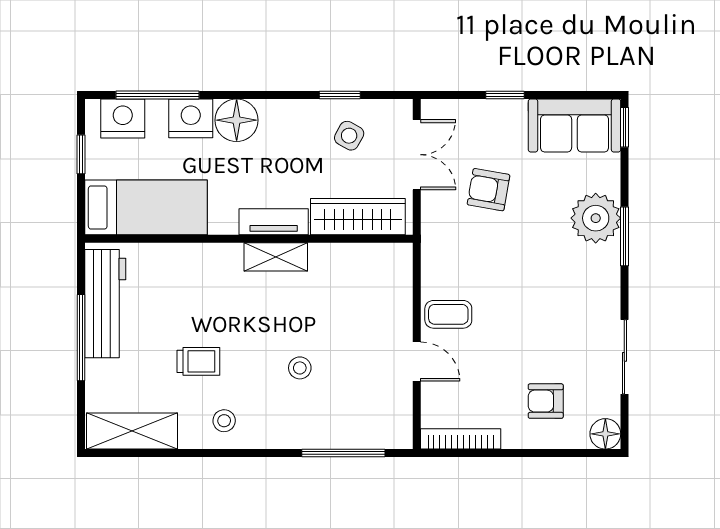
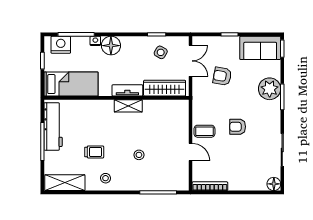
nightstand: (191, 118) -> (95, 41), width x0.53, depth x0.56
armchair: (546, 401) -> (238, 127), moved

